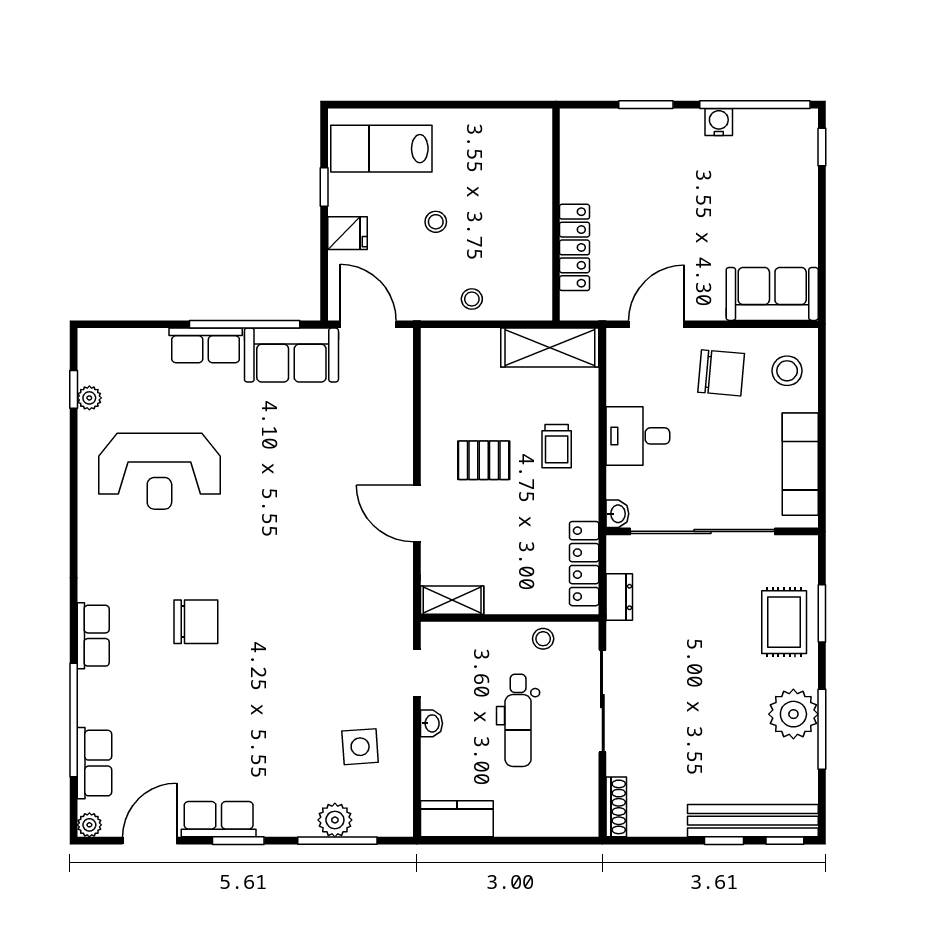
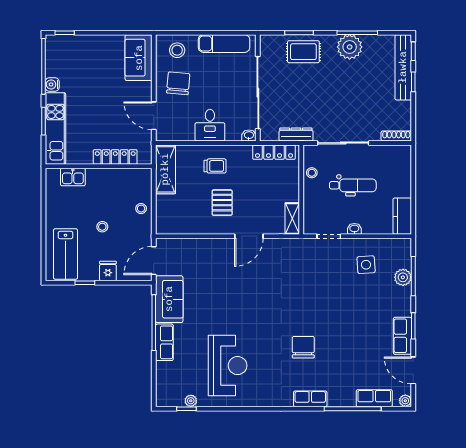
kitchen unit: (631, 129) -> (55, 128), added
kitchen sink: (535, 163) -> (73, 177), added
dresser: (619, 597) -> (296, 134), width x1.44

